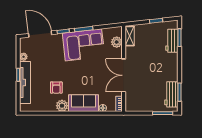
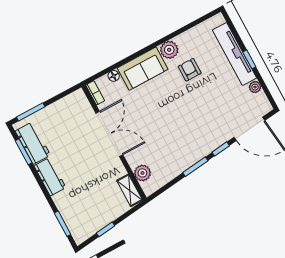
workbench: (172, 41) -> (50, 177), moved
corner sofa: (83, 45) -> (184, 146), removed

